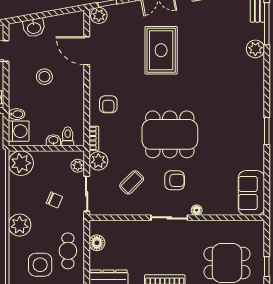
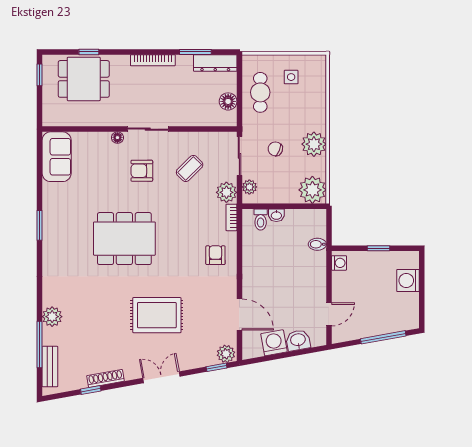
rug: (161, 50) -> (157, 315), turned 90
stool: (44, 77) -> (286, 286), removed
washing machine: (19, 131) -> (274, 343), moved, turned 80
dining table: (170, 134) -> (124, 239), moved
plant: (20, 225) -> (314, 144), moved
side table: (40, 265) -> (291, 77), width x0.54, depth x0.54

